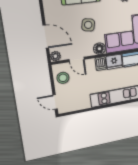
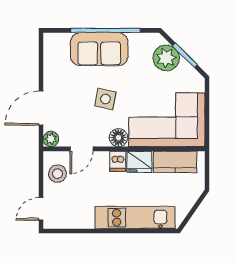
door: (46, 37) -> (41, 108), swing flipped
door: (77, 59) -> (82, 149), hinge flipped
door: (55, 102) -> (41, 209), hinge flipped

